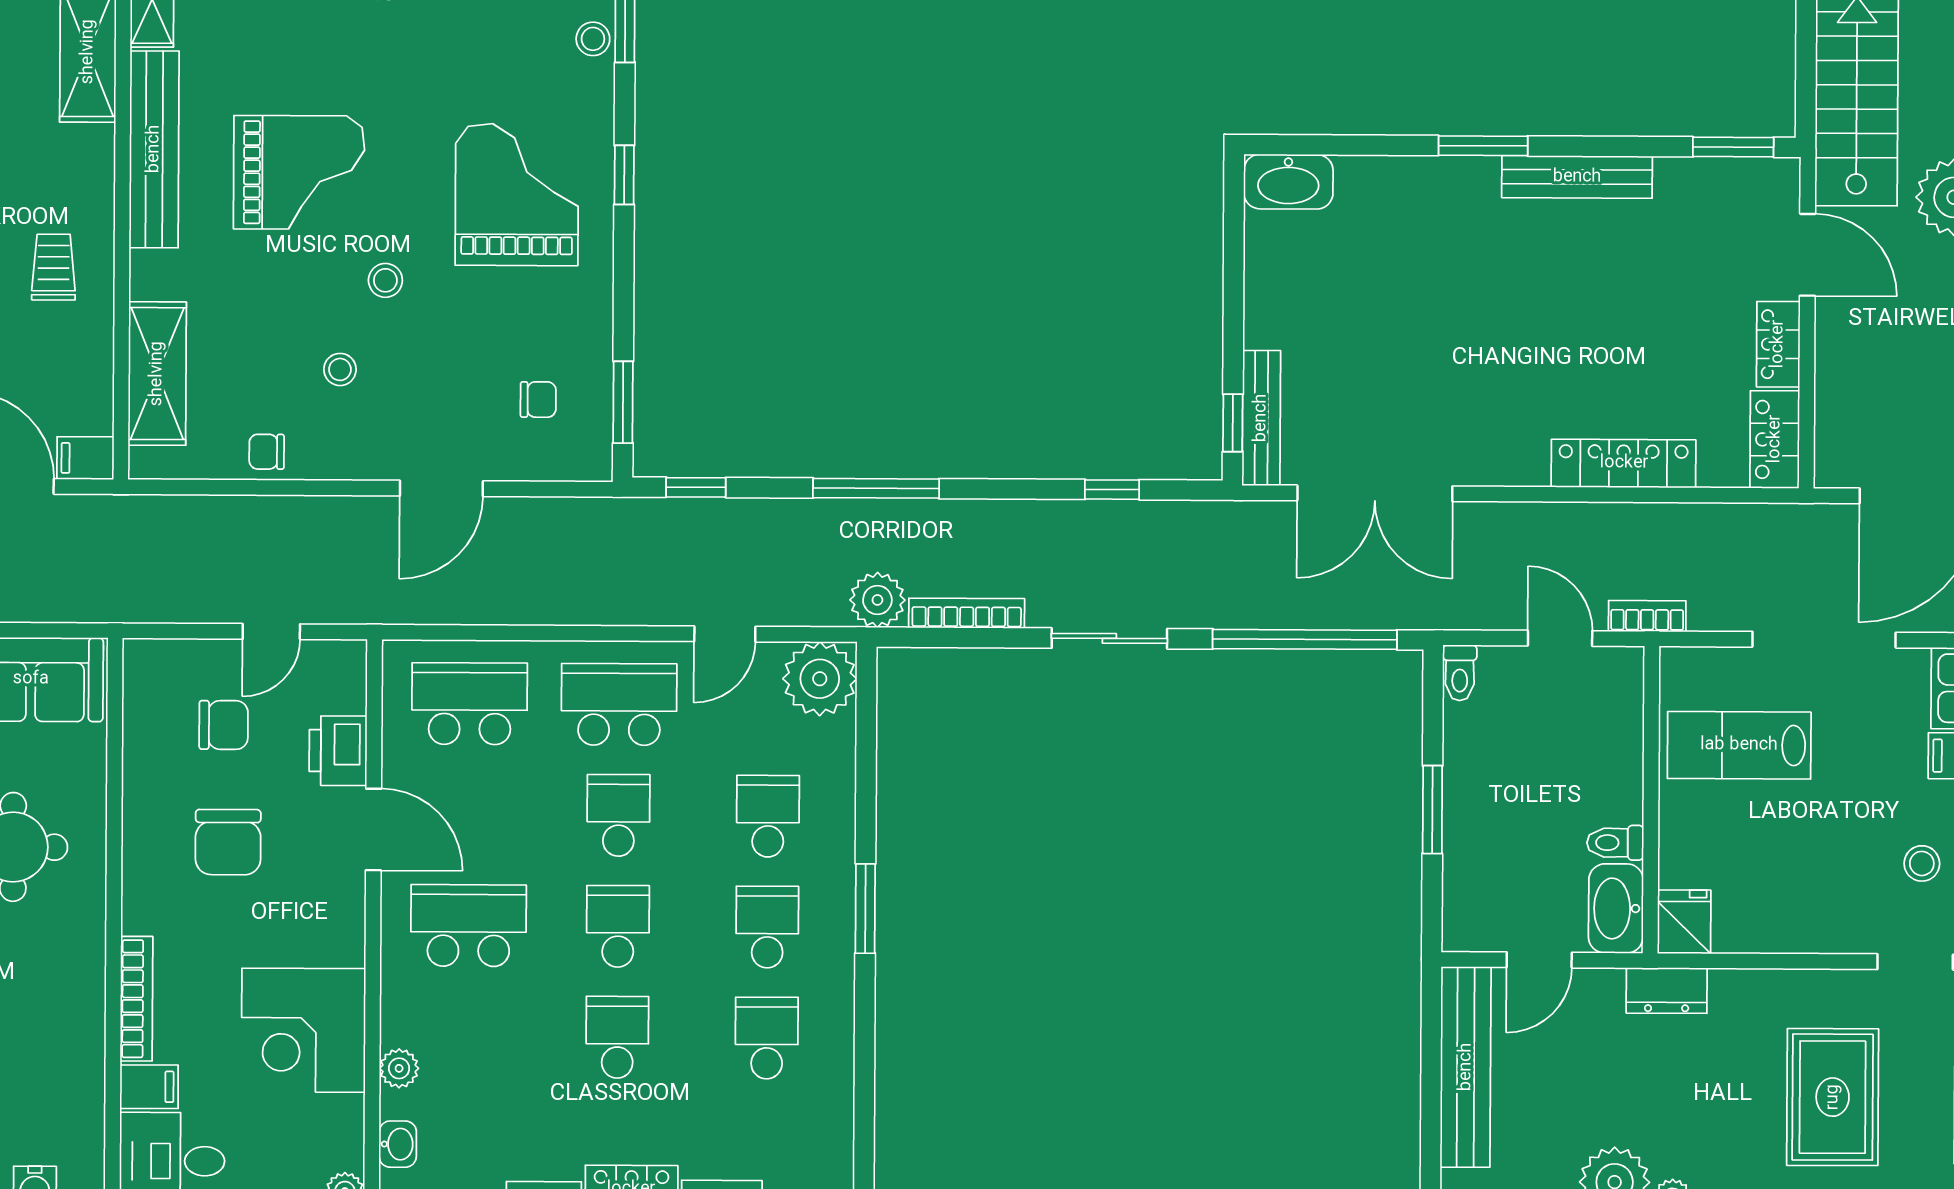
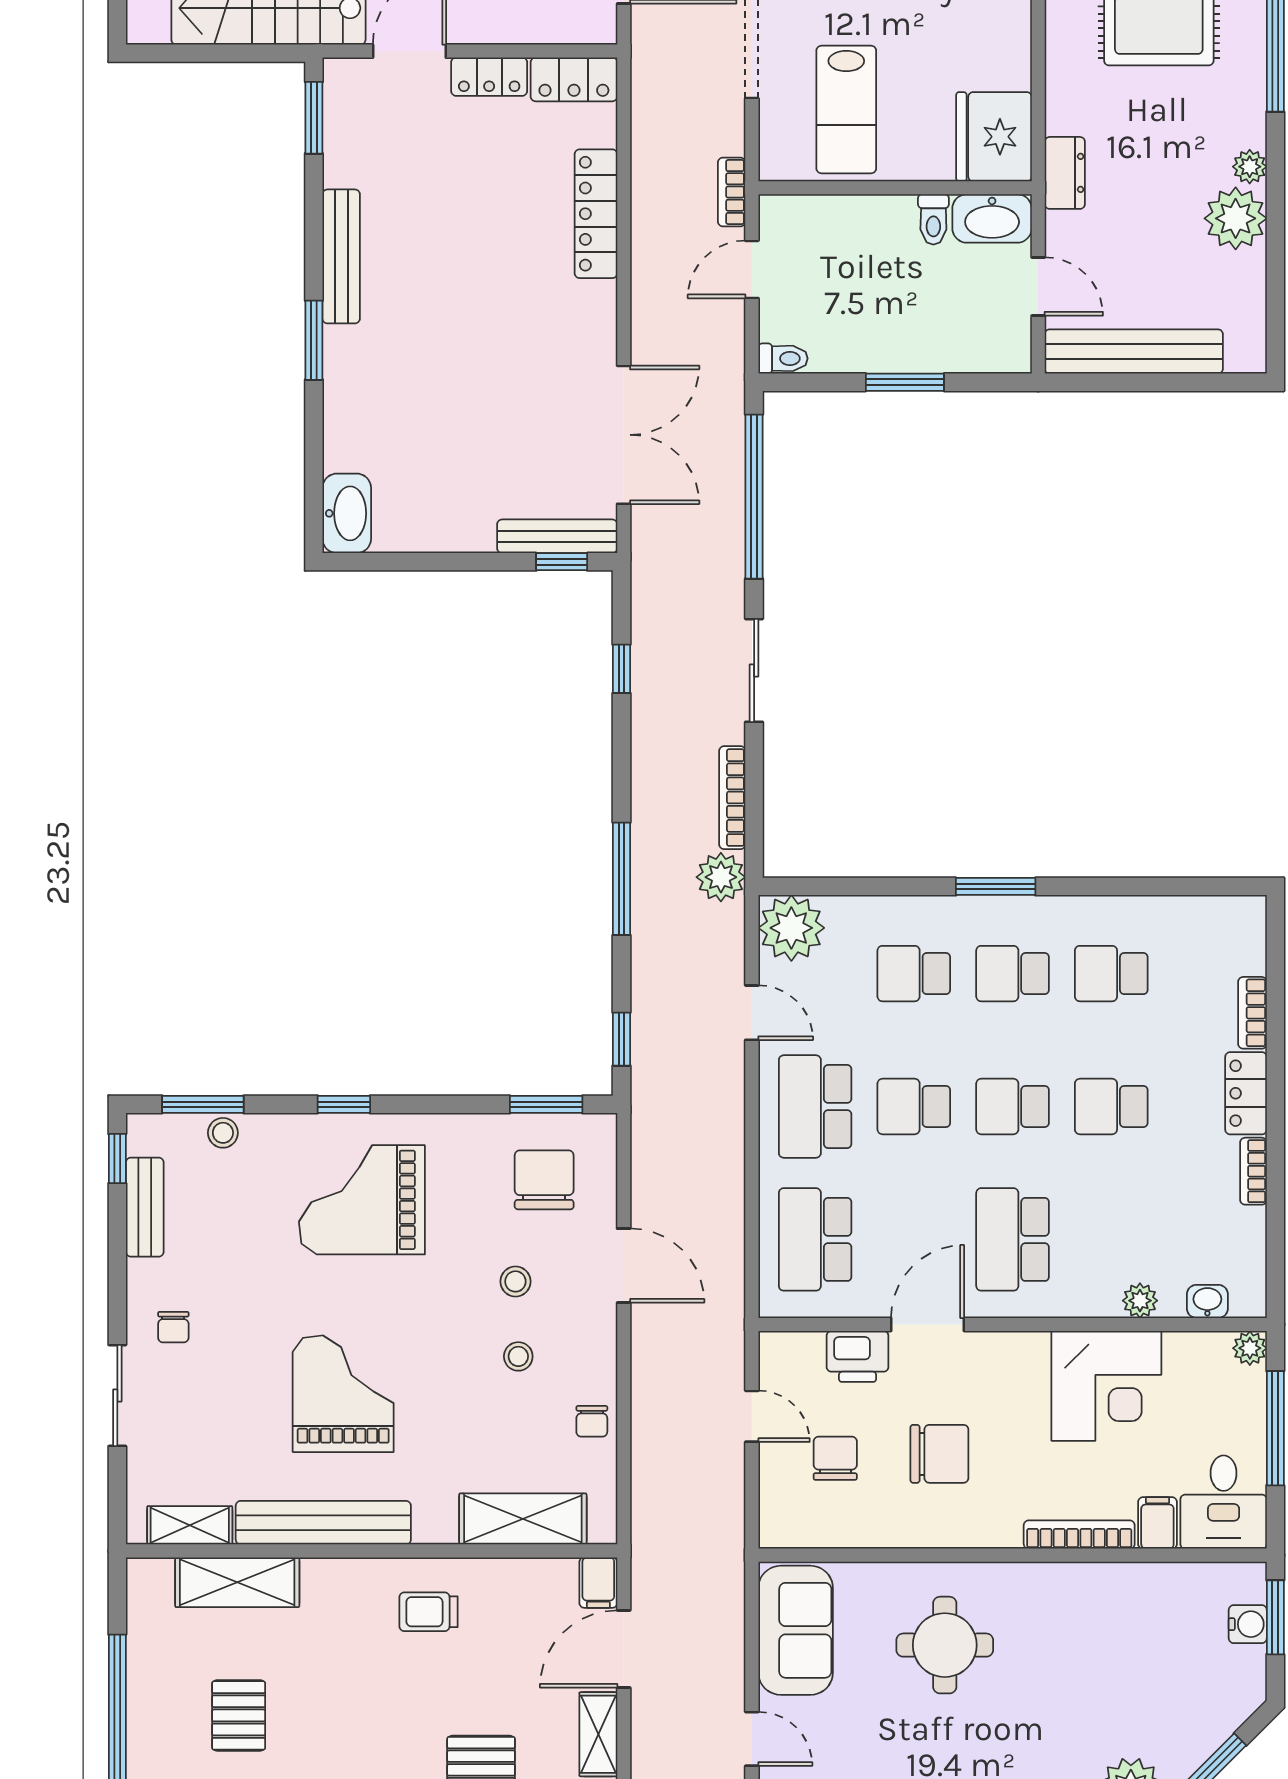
stool: (385, 280) -> (515, 1281), moved
chair: (538, 400) -> (544, 1180), width x1.87, depth x1.87
fridge: (1684, 922) -> (994, 137), width x1.88, depth x1.34

